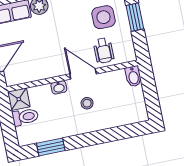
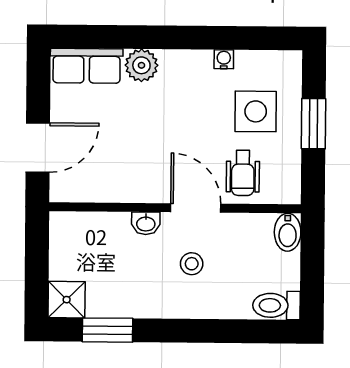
shower: (19, 99) -> (67, 300), moved
toilet: (25, 117) -> (276, 305), moved, turned 180

